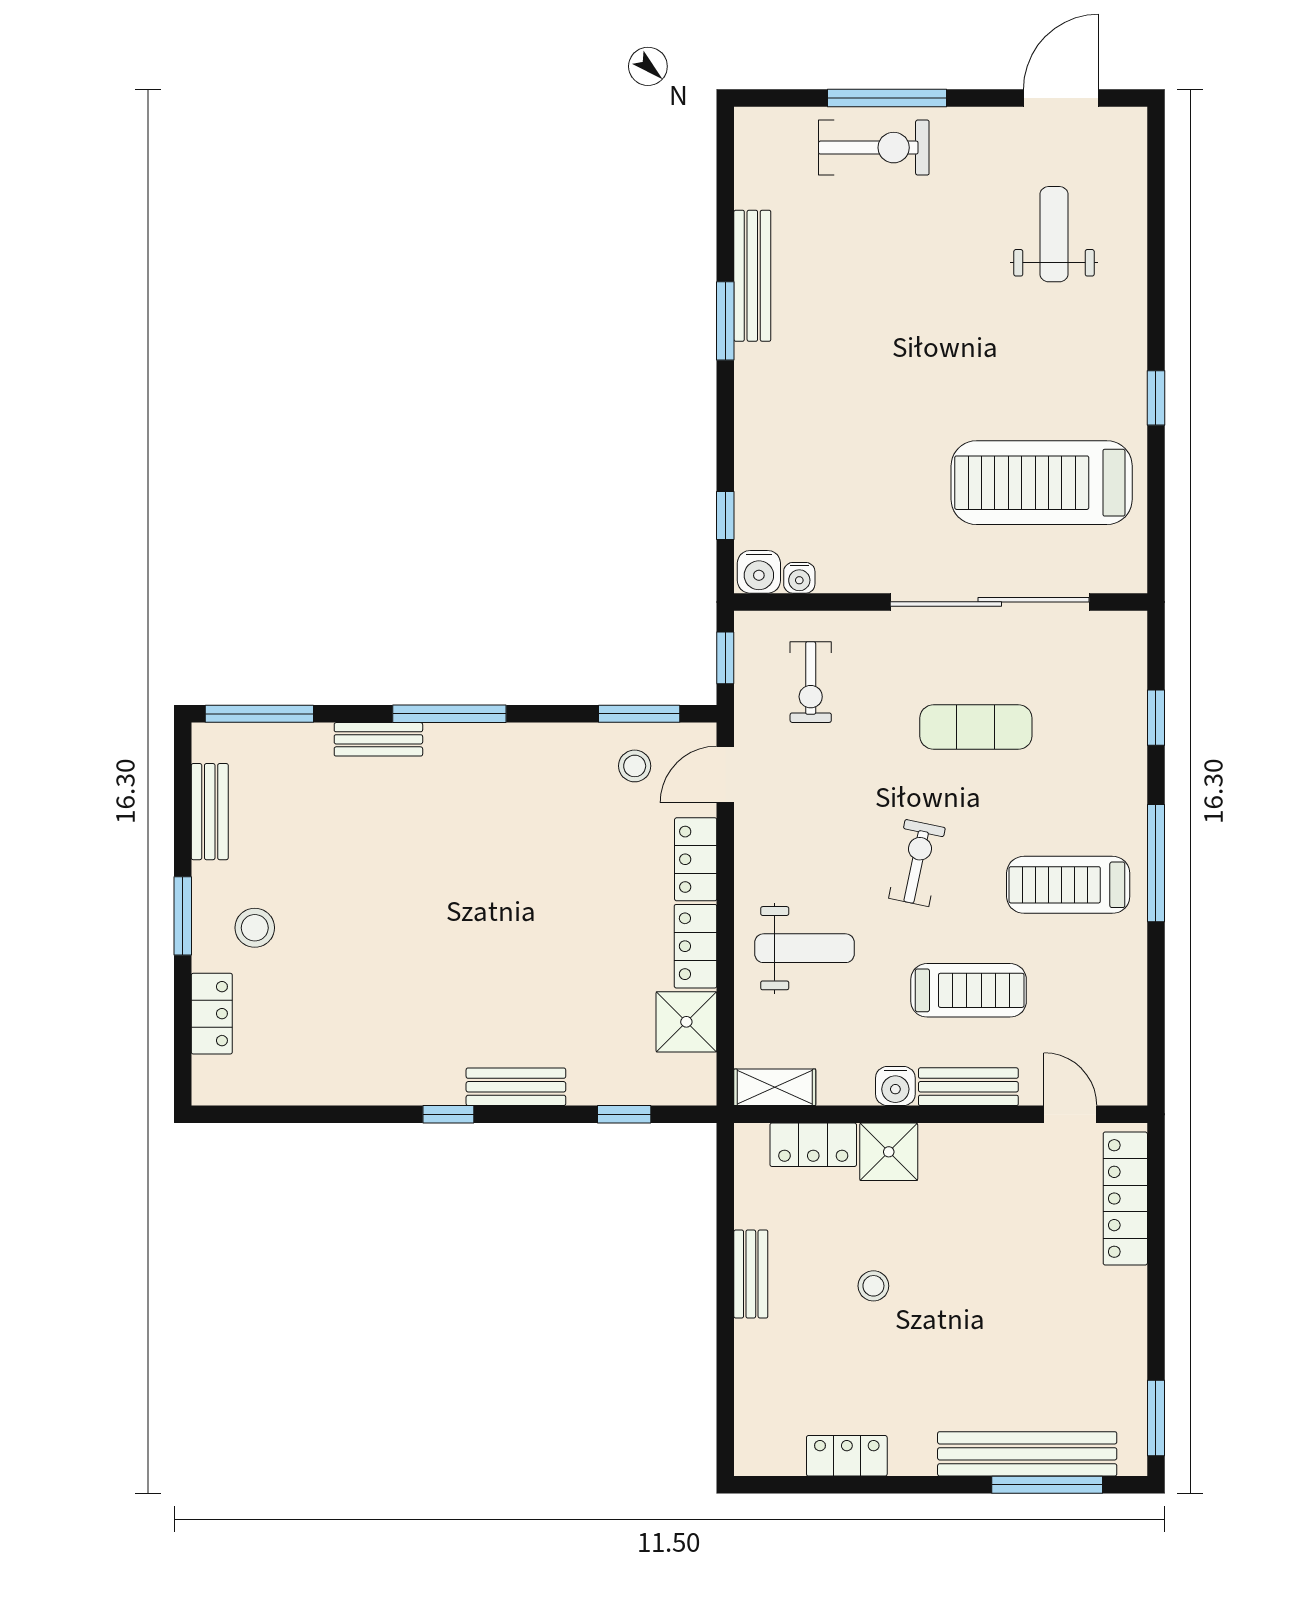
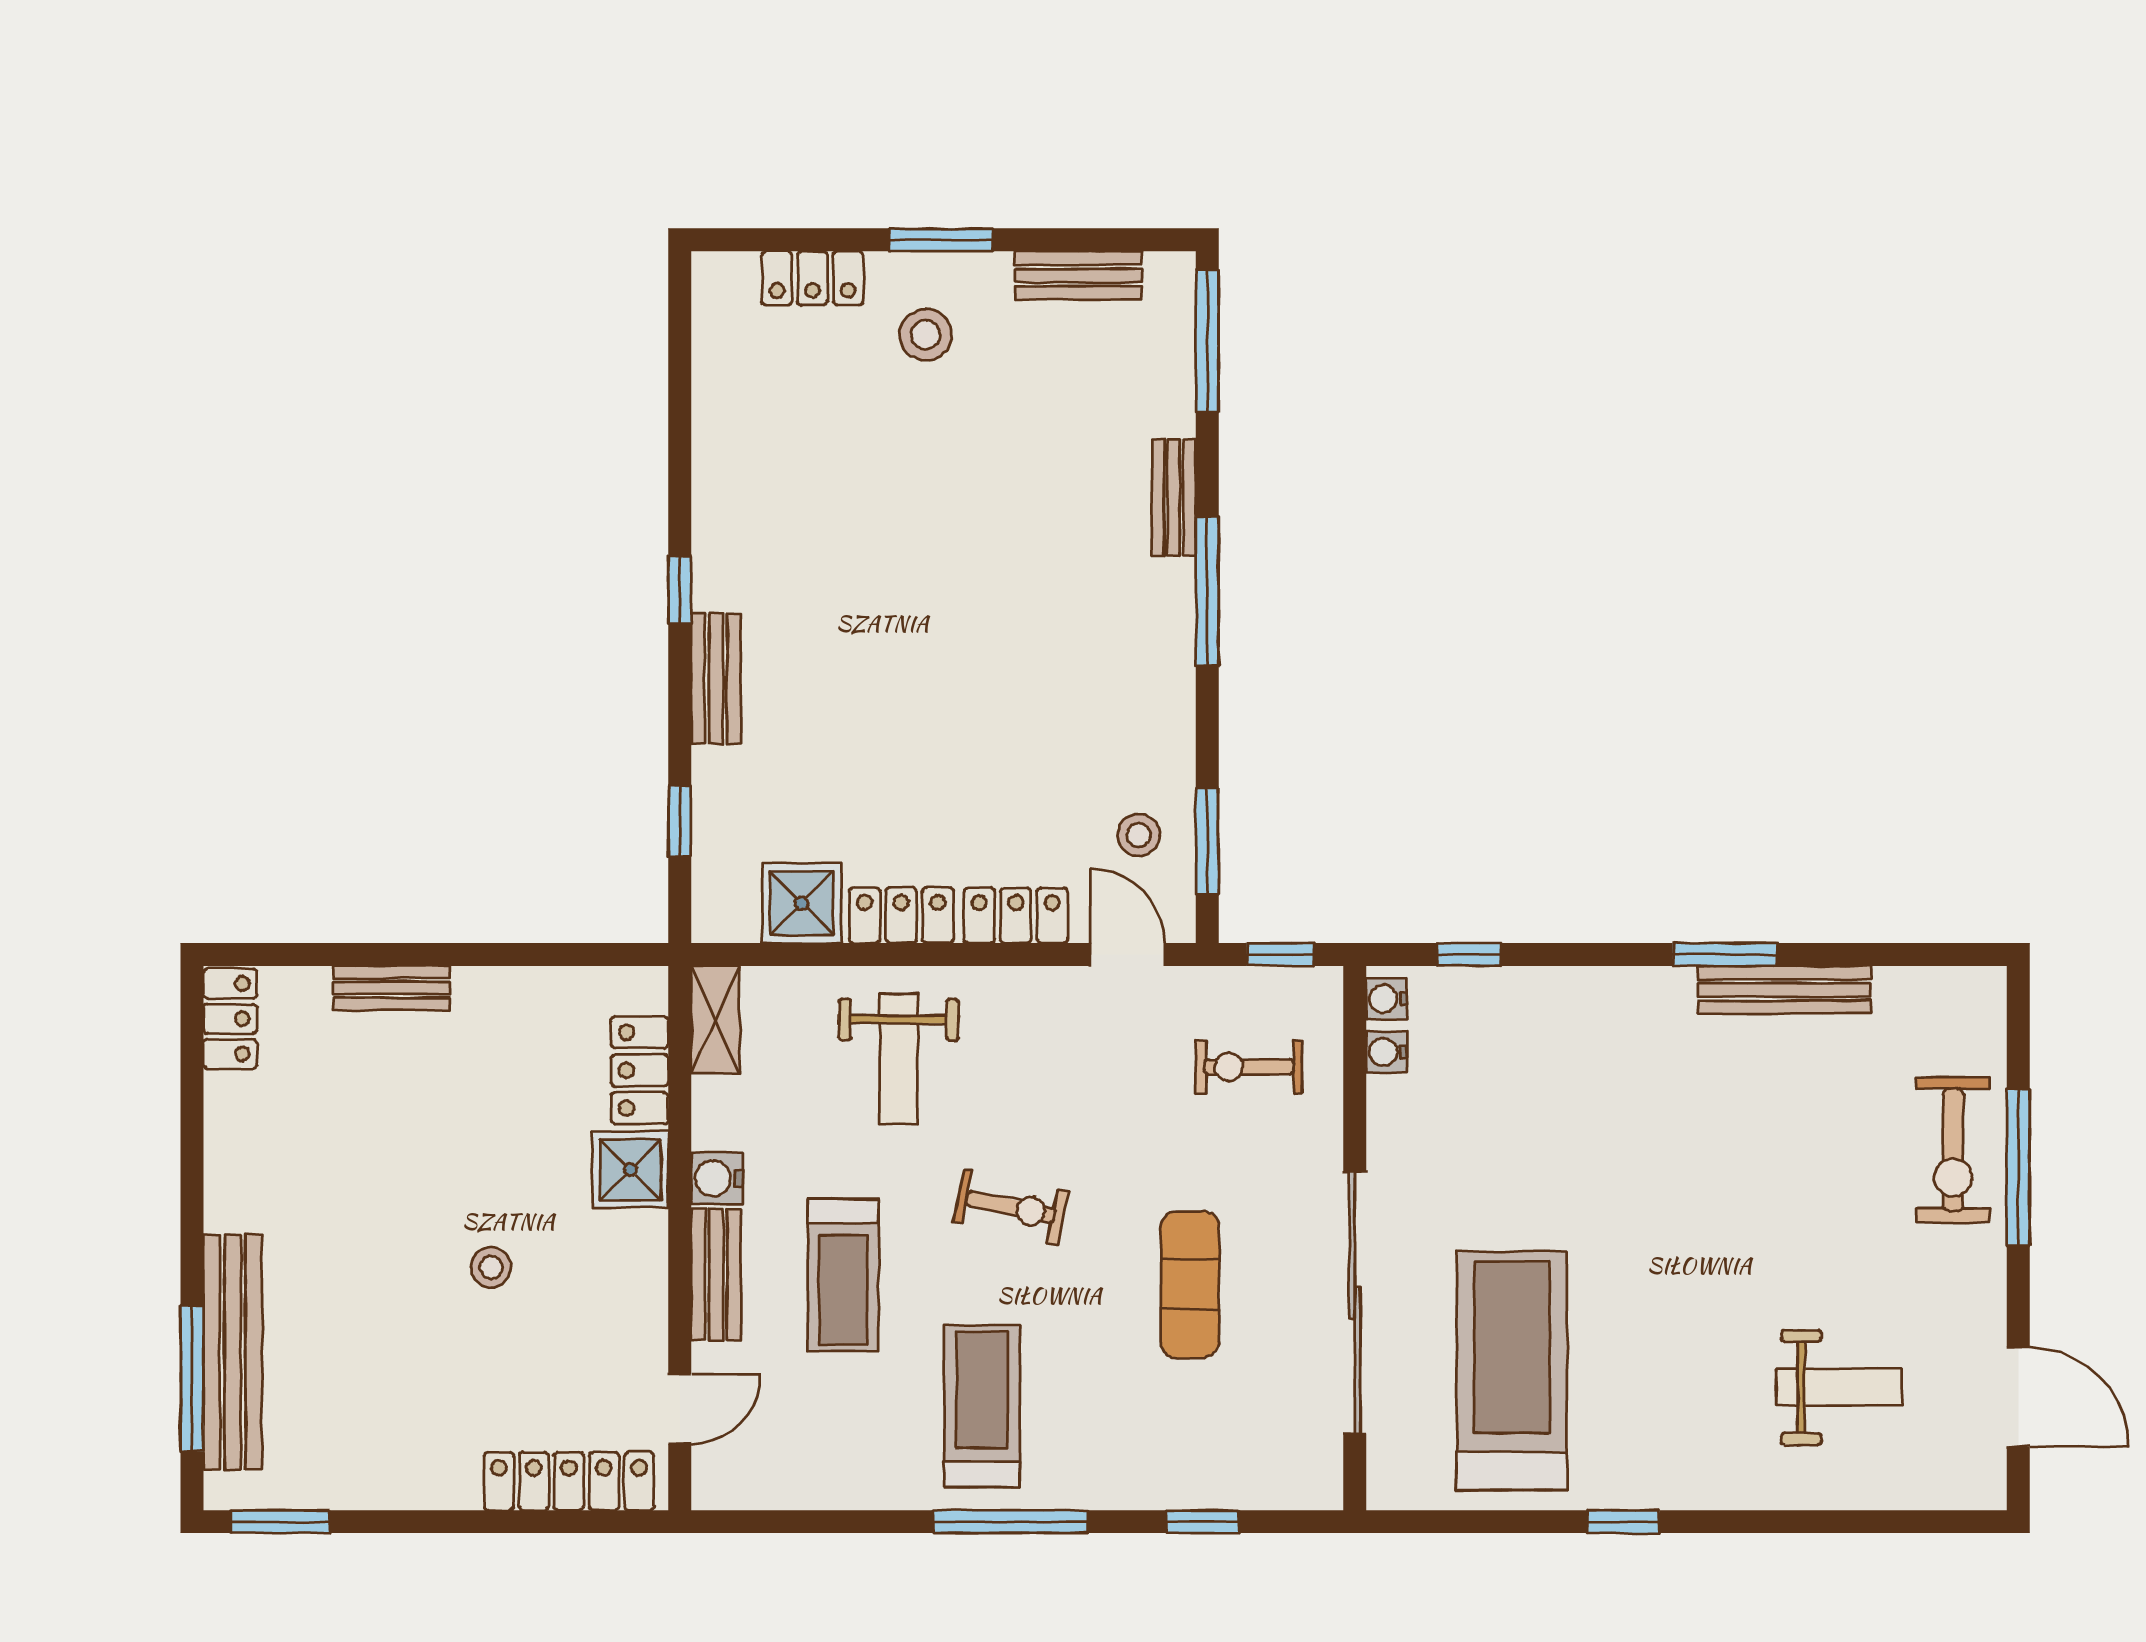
water cooler: (759, 572) -> (1386, 999), width x0.72, depth x0.72
bench: (751, 1274) -> (392, 988), moved
stool: (873, 1286) -> (491, 1267), moved
locker: (847, 1456) -> (230, 1019), moved

